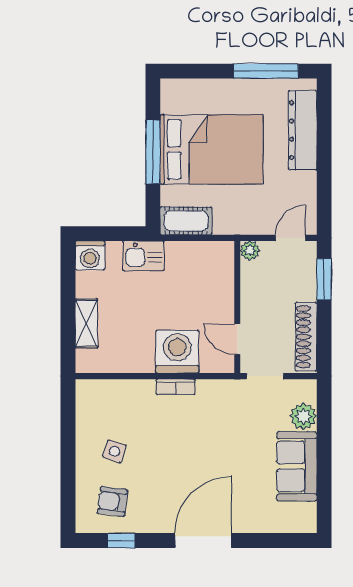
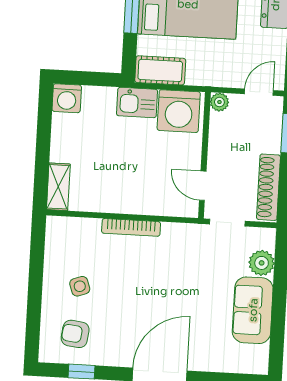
kitchen sink: (143, 256) -> (137, 102), moved
shelving: (86, 323) -> (58, 187), moved
washing machine: (177, 352) -> (179, 111), moved, turned 180
bookcase: (176, 387) -> (131, 227), width x1.56
side table: (115, 451) -> (80, 286), turned -38

